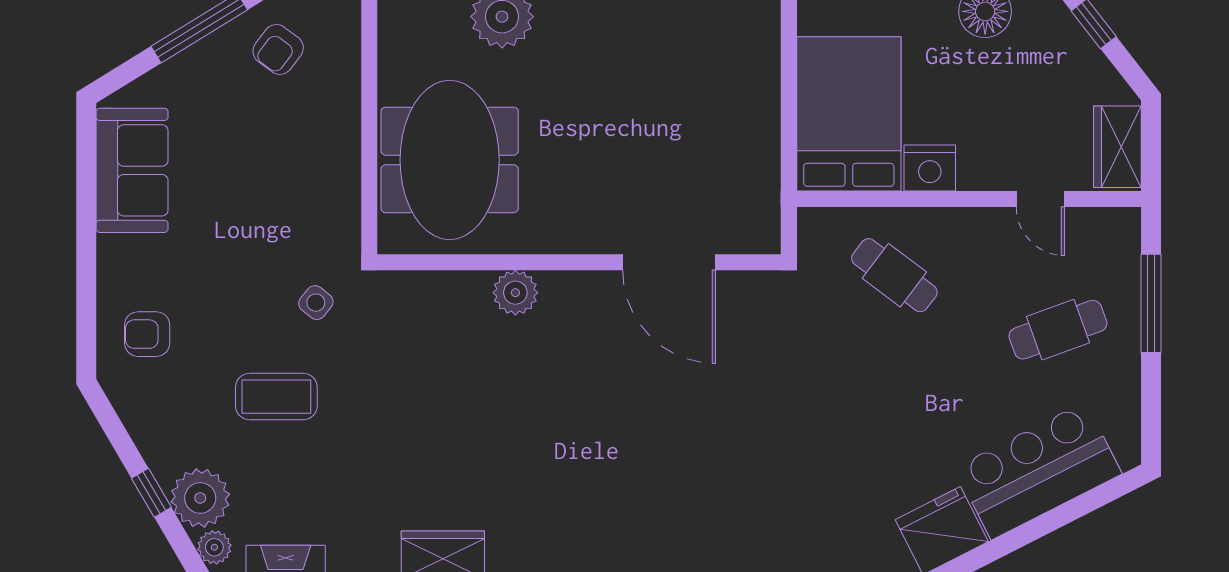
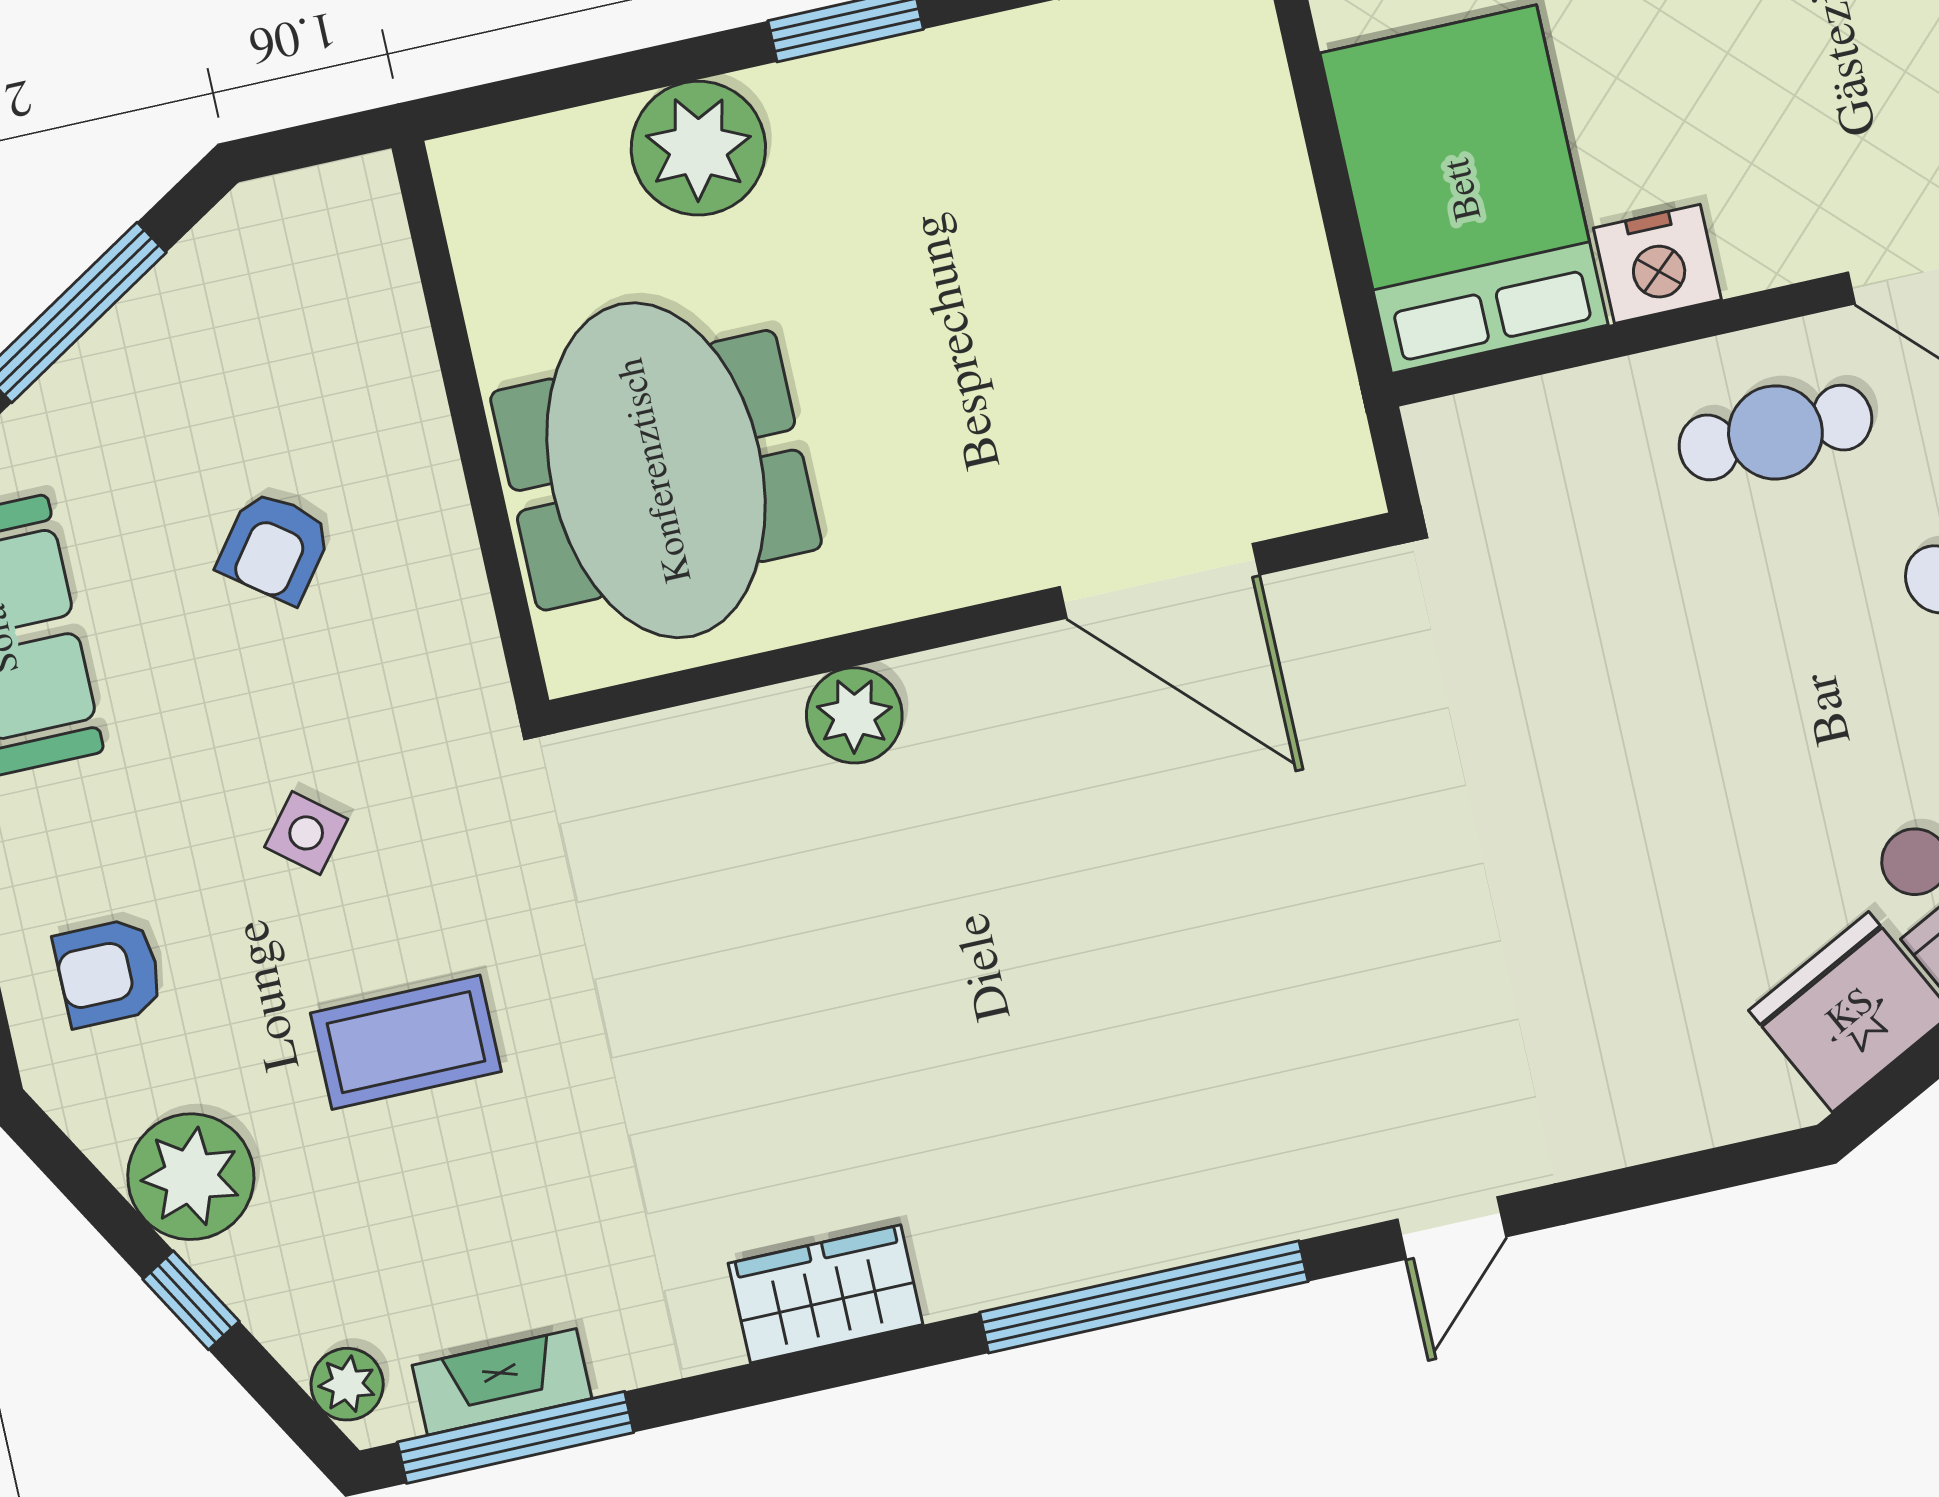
armchair: (278, 50) -> (275, 547), moved
cafe table: (894, 275) -> (1775, 432), moved, turned -37
side table: (316, 303) -> (306, 833), moved
plant: (200, 498) -> (191, 1177), moved

